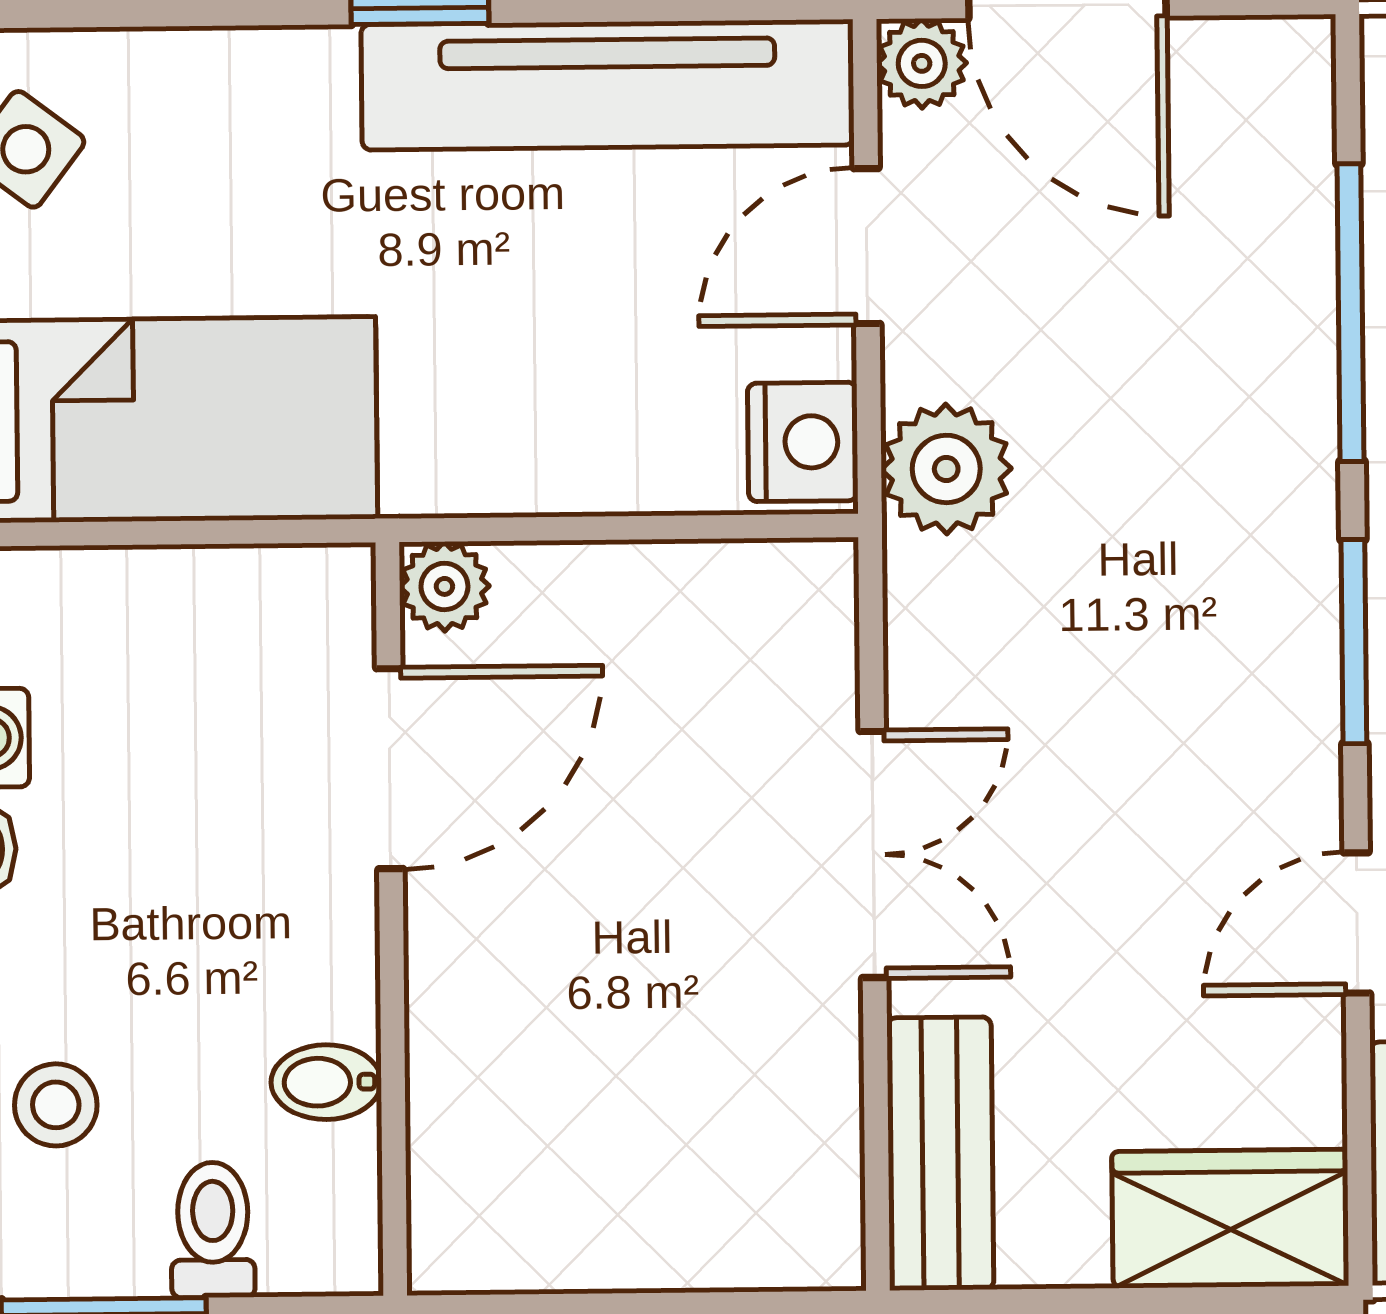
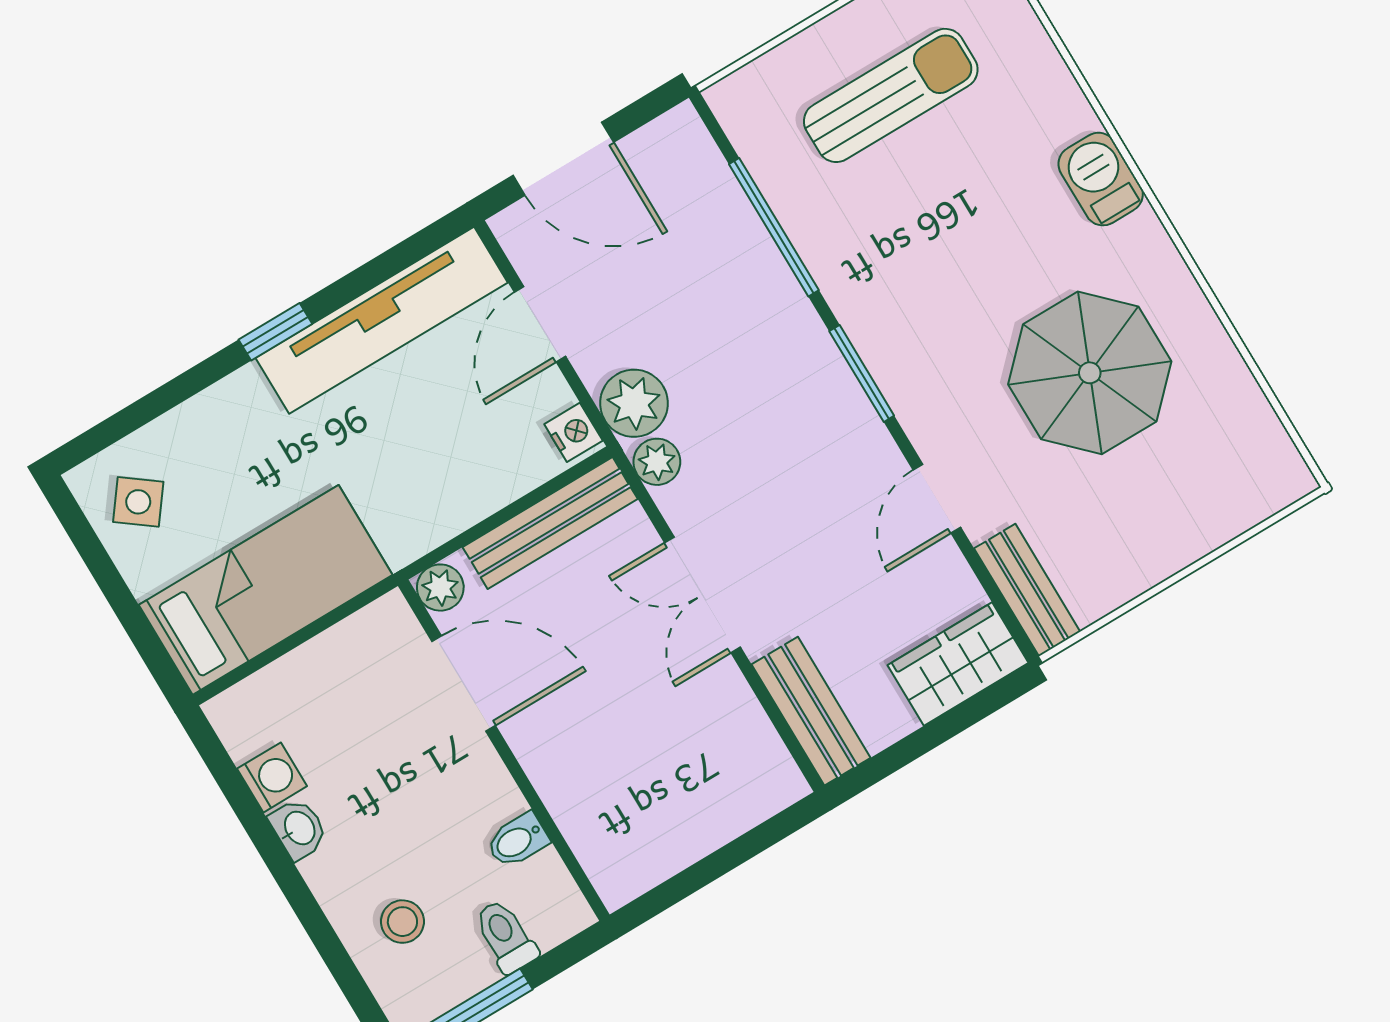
plant: (922, 63) -> (657, 462), moved
nightstand: (803, 442) -> (573, 432), width x0.72, depth x0.74
bench: (690, 586) -> (550, 523), added
door: (390, 769) -> (464, 683), hinge flipped
double door: (873, 854) -> (703, 595), swing flipped

